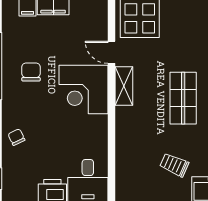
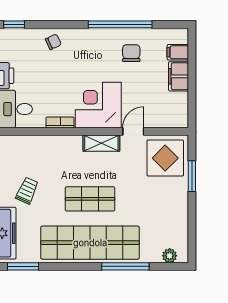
chair: (31, 72) -> (131, 53), moved, turned -90
bookcase: (102, 130) -> (60, 122), added

